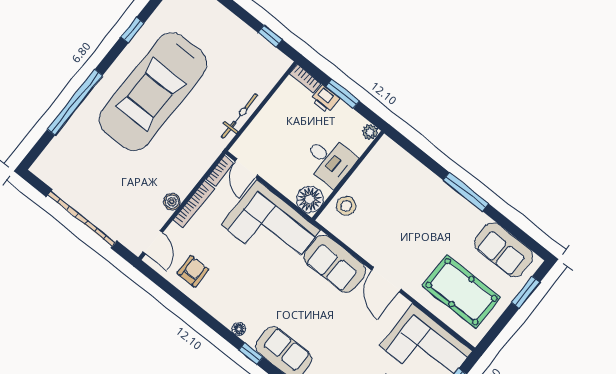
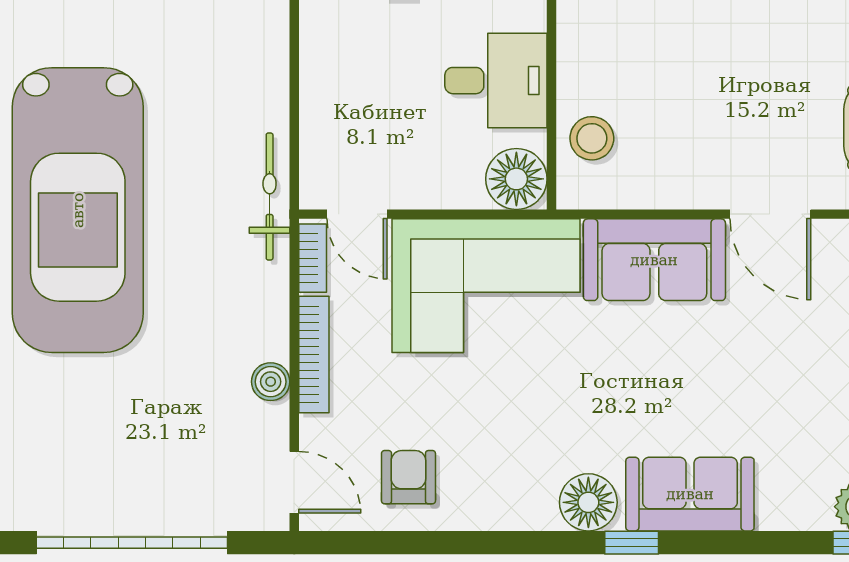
bicycle: (240, 116) -> (270, 196), moved
floor lamp: (239, 329) -> (588, 502), width x1.89, depth x1.89

